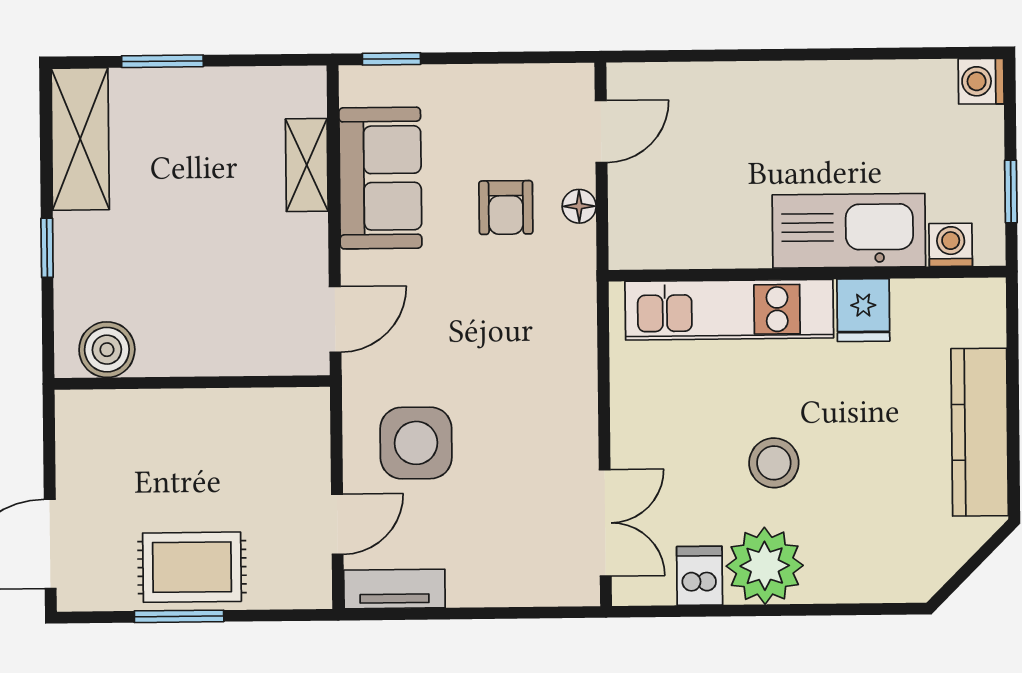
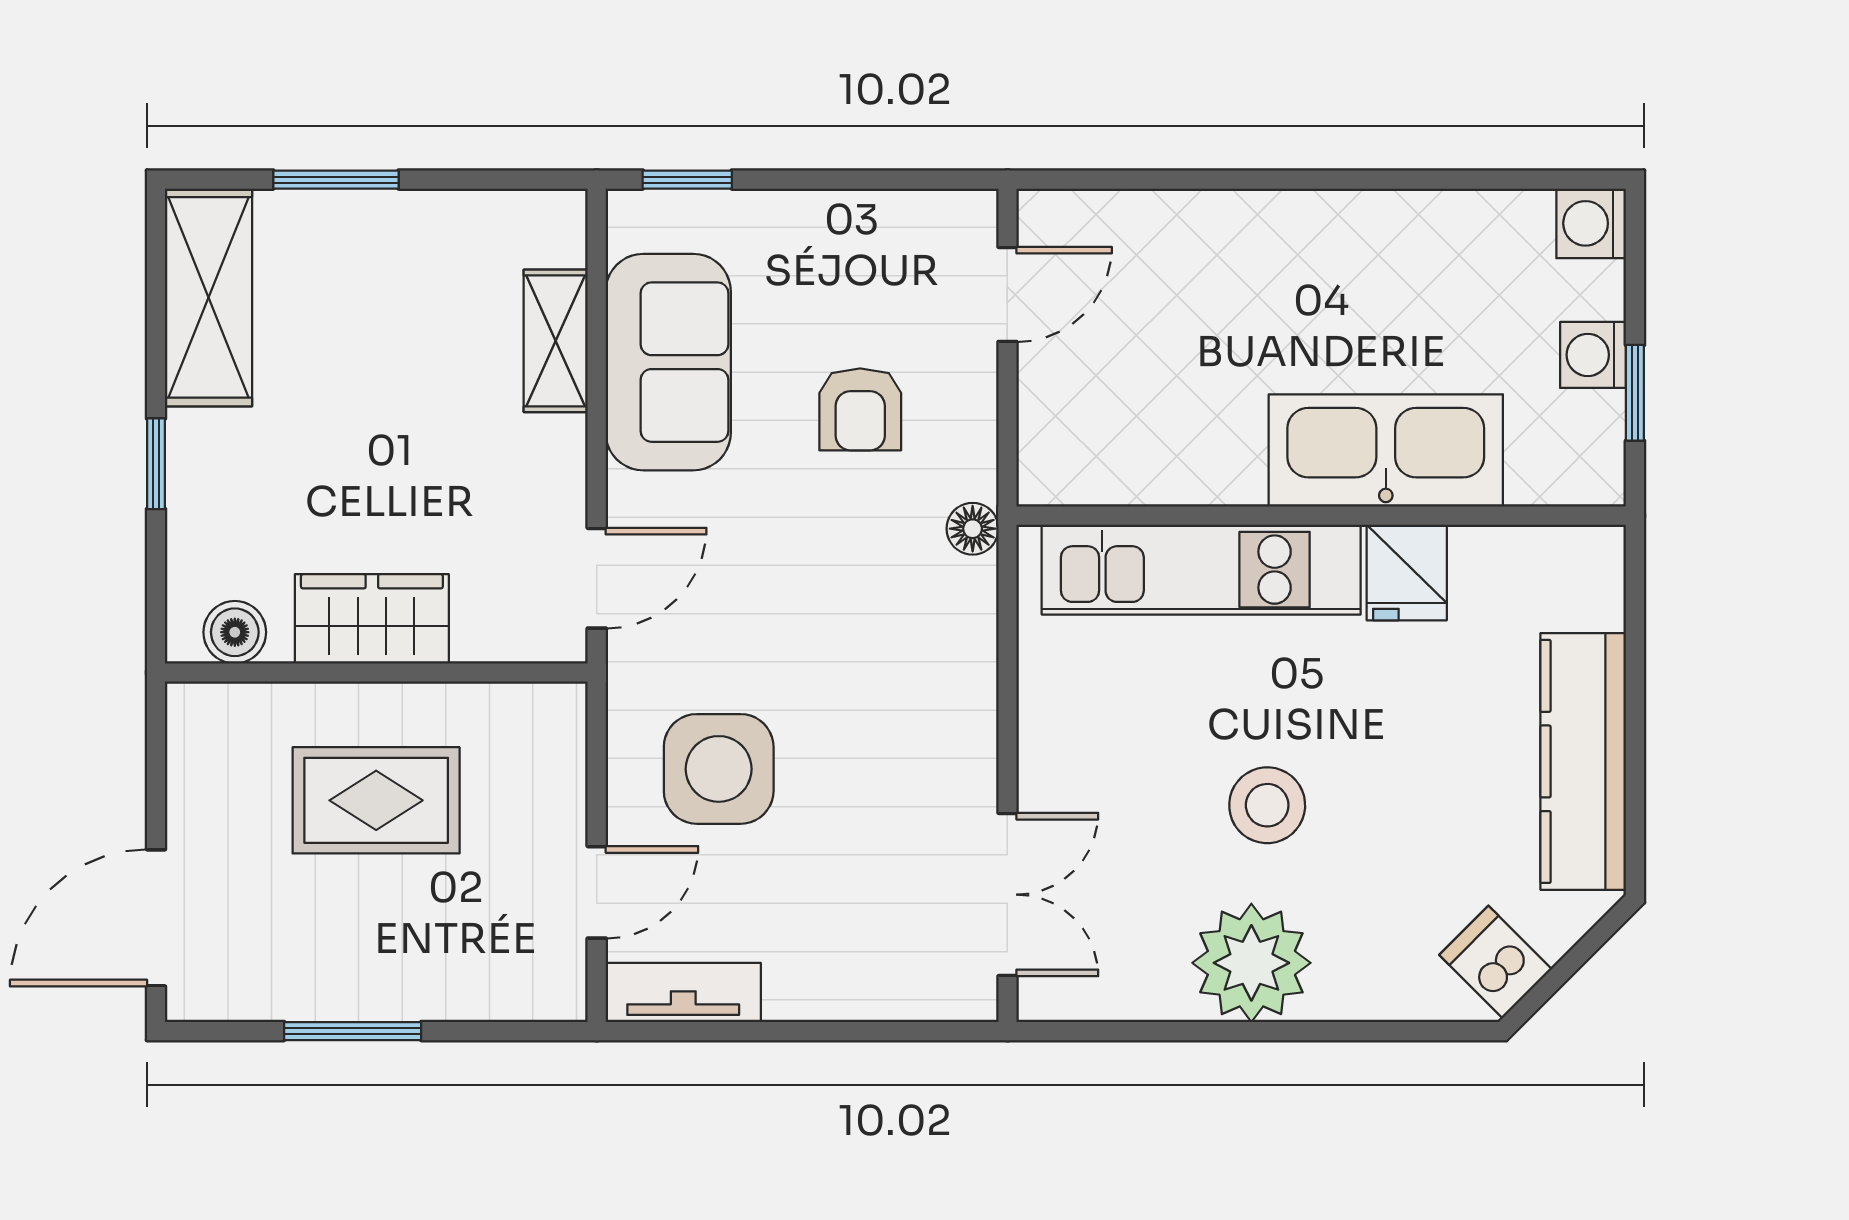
floor lamp: (579, 206) -> (973, 529), moved
washing machine: (951, 245) -> (1593, 355), moved, turned -90
wardrobe: (189, 347) -> (372, 619), added
boiler: (107, 350) -> (235, 632), width x0.73, depth x0.73
rug: (192, 567) -> (376, 800), moved
dishwasher: (700, 576) -> (1496, 962), moved, turned -45

